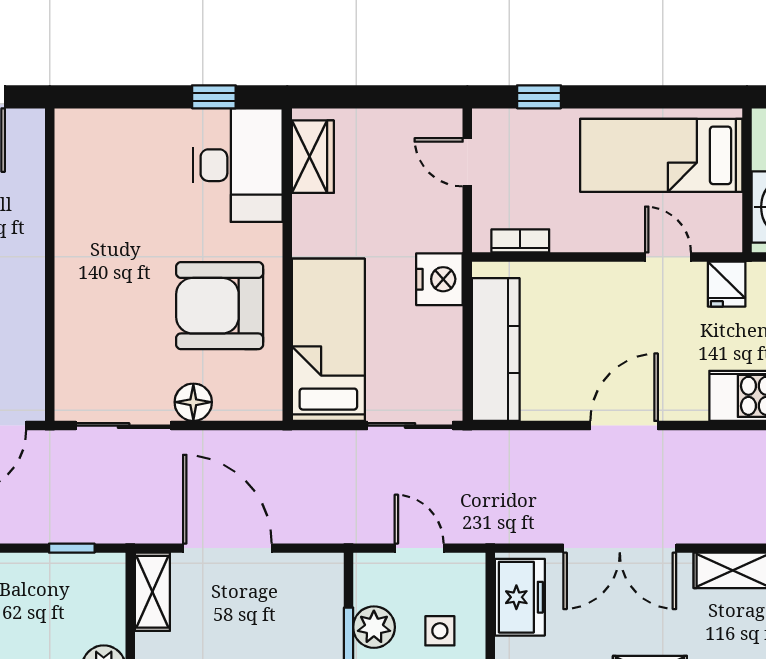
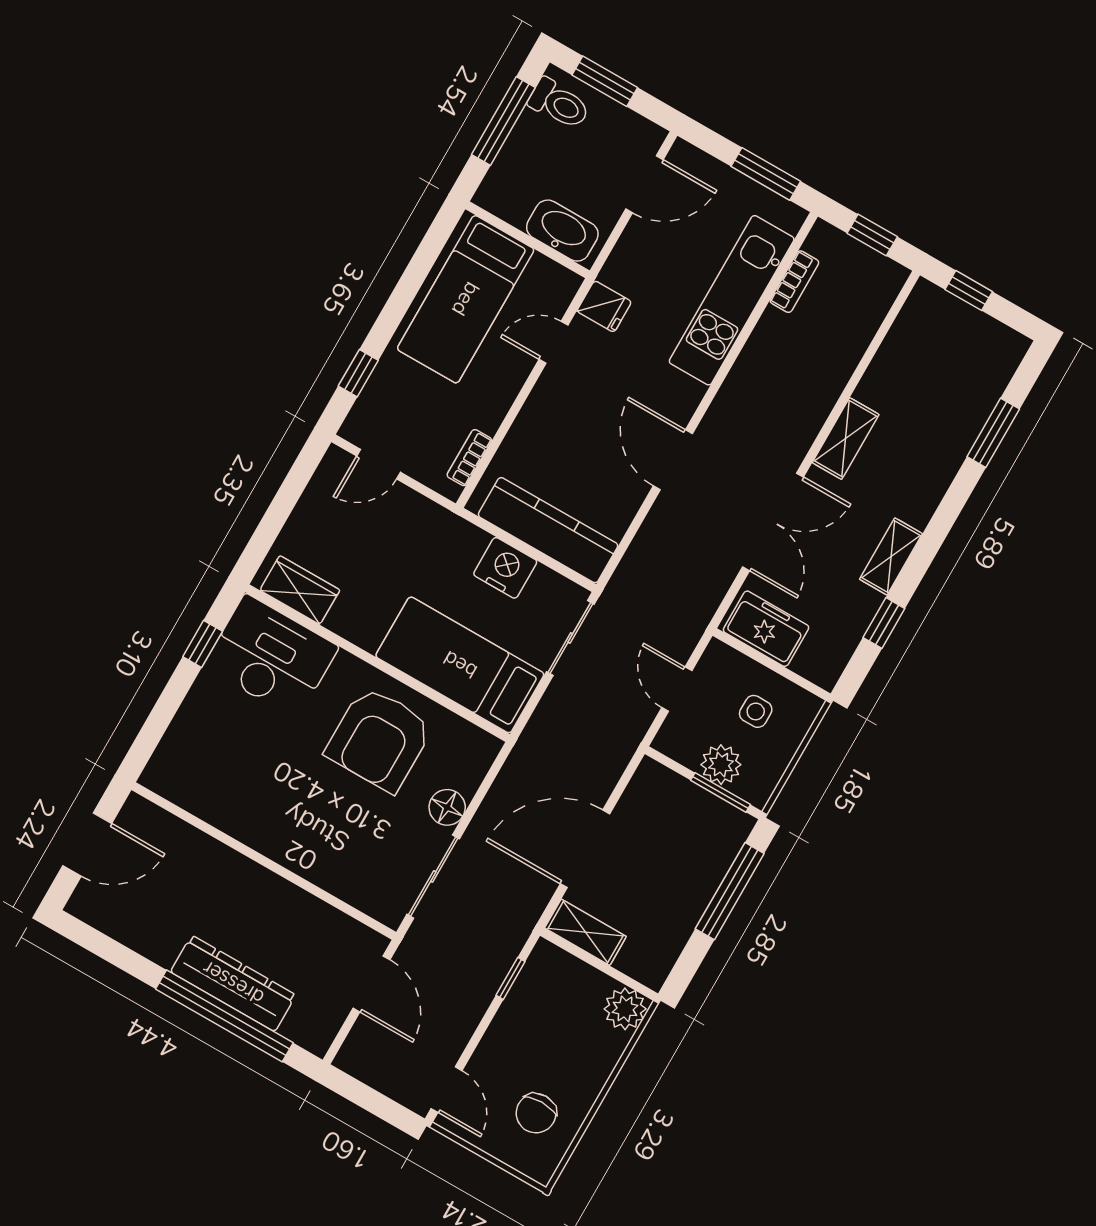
nightstand: (439, 279) -> (505, 568), moved
door: (419, 548) -> (677, 689), hinge flipped

